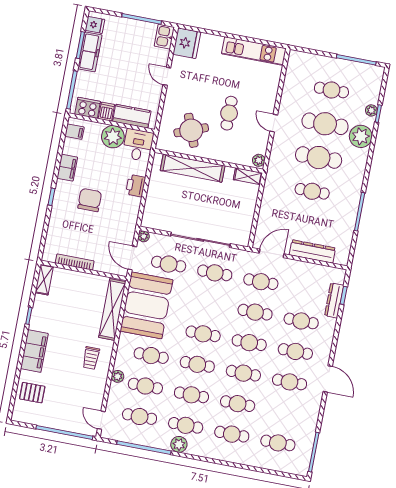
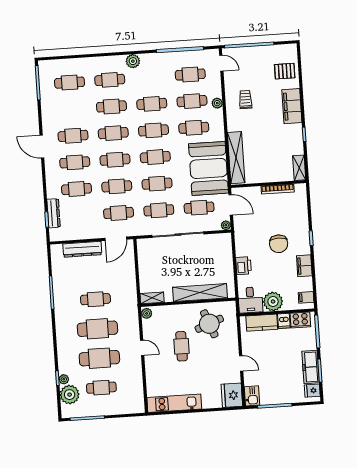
plant: (361, 136) -> (70, 395), moved
trolley: (91, 358) -> (245, 100), moved
cafe table: (186, 425) -> (157, 184), moved
plant: (179, 444) -> (133, 61), moved

